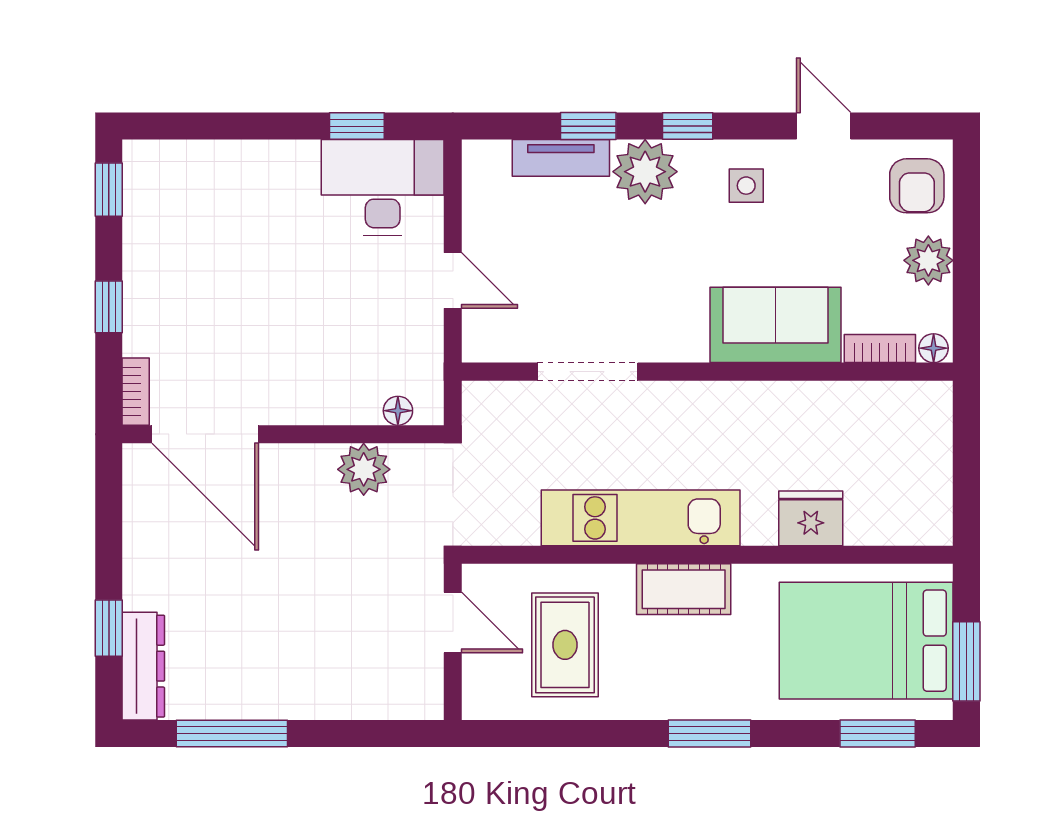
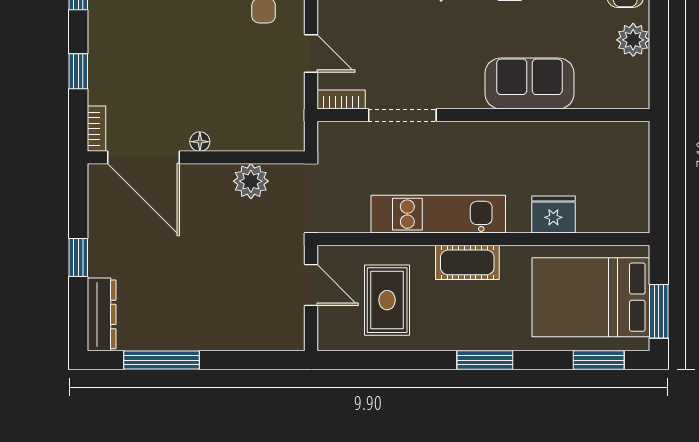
floor lamp: (934, 348) -> (636, 99), removed
bookcase: (880, 349) -> (341, 99), moved
floor lamp: (398, 411) -> (200, 142), moved
window: (109, 628) -> (78, 258), moved

